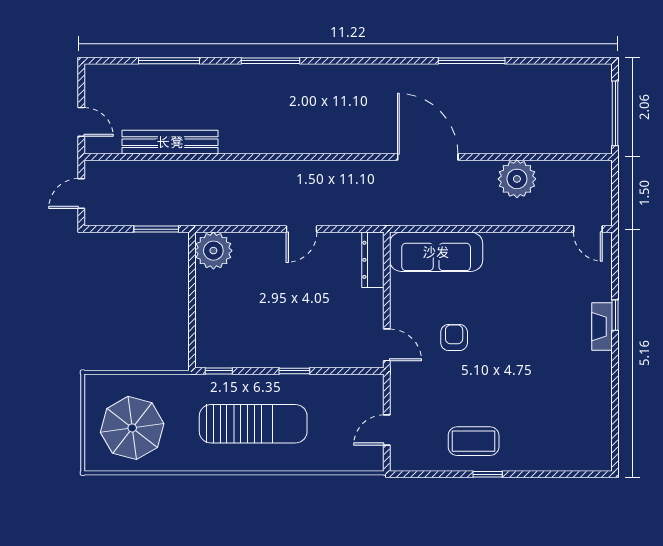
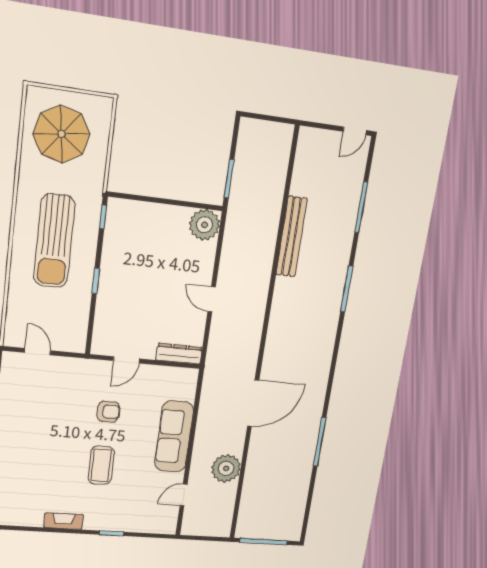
door: (81, 122) -> (355, 131), moved
bench: (170, 142) -> (291, 237), moved
door: (81, 194) -> (268, 118), removed
door: (588, 229) -> (184, 495), moved
sofa: (436, 252) -> (174, 437), moved
fireplace: (602, 327) -> (64, 521), moved
door: (387, 345) -> (127, 360), moved
coffee table: (474, 441) -> (101, 465), moved

